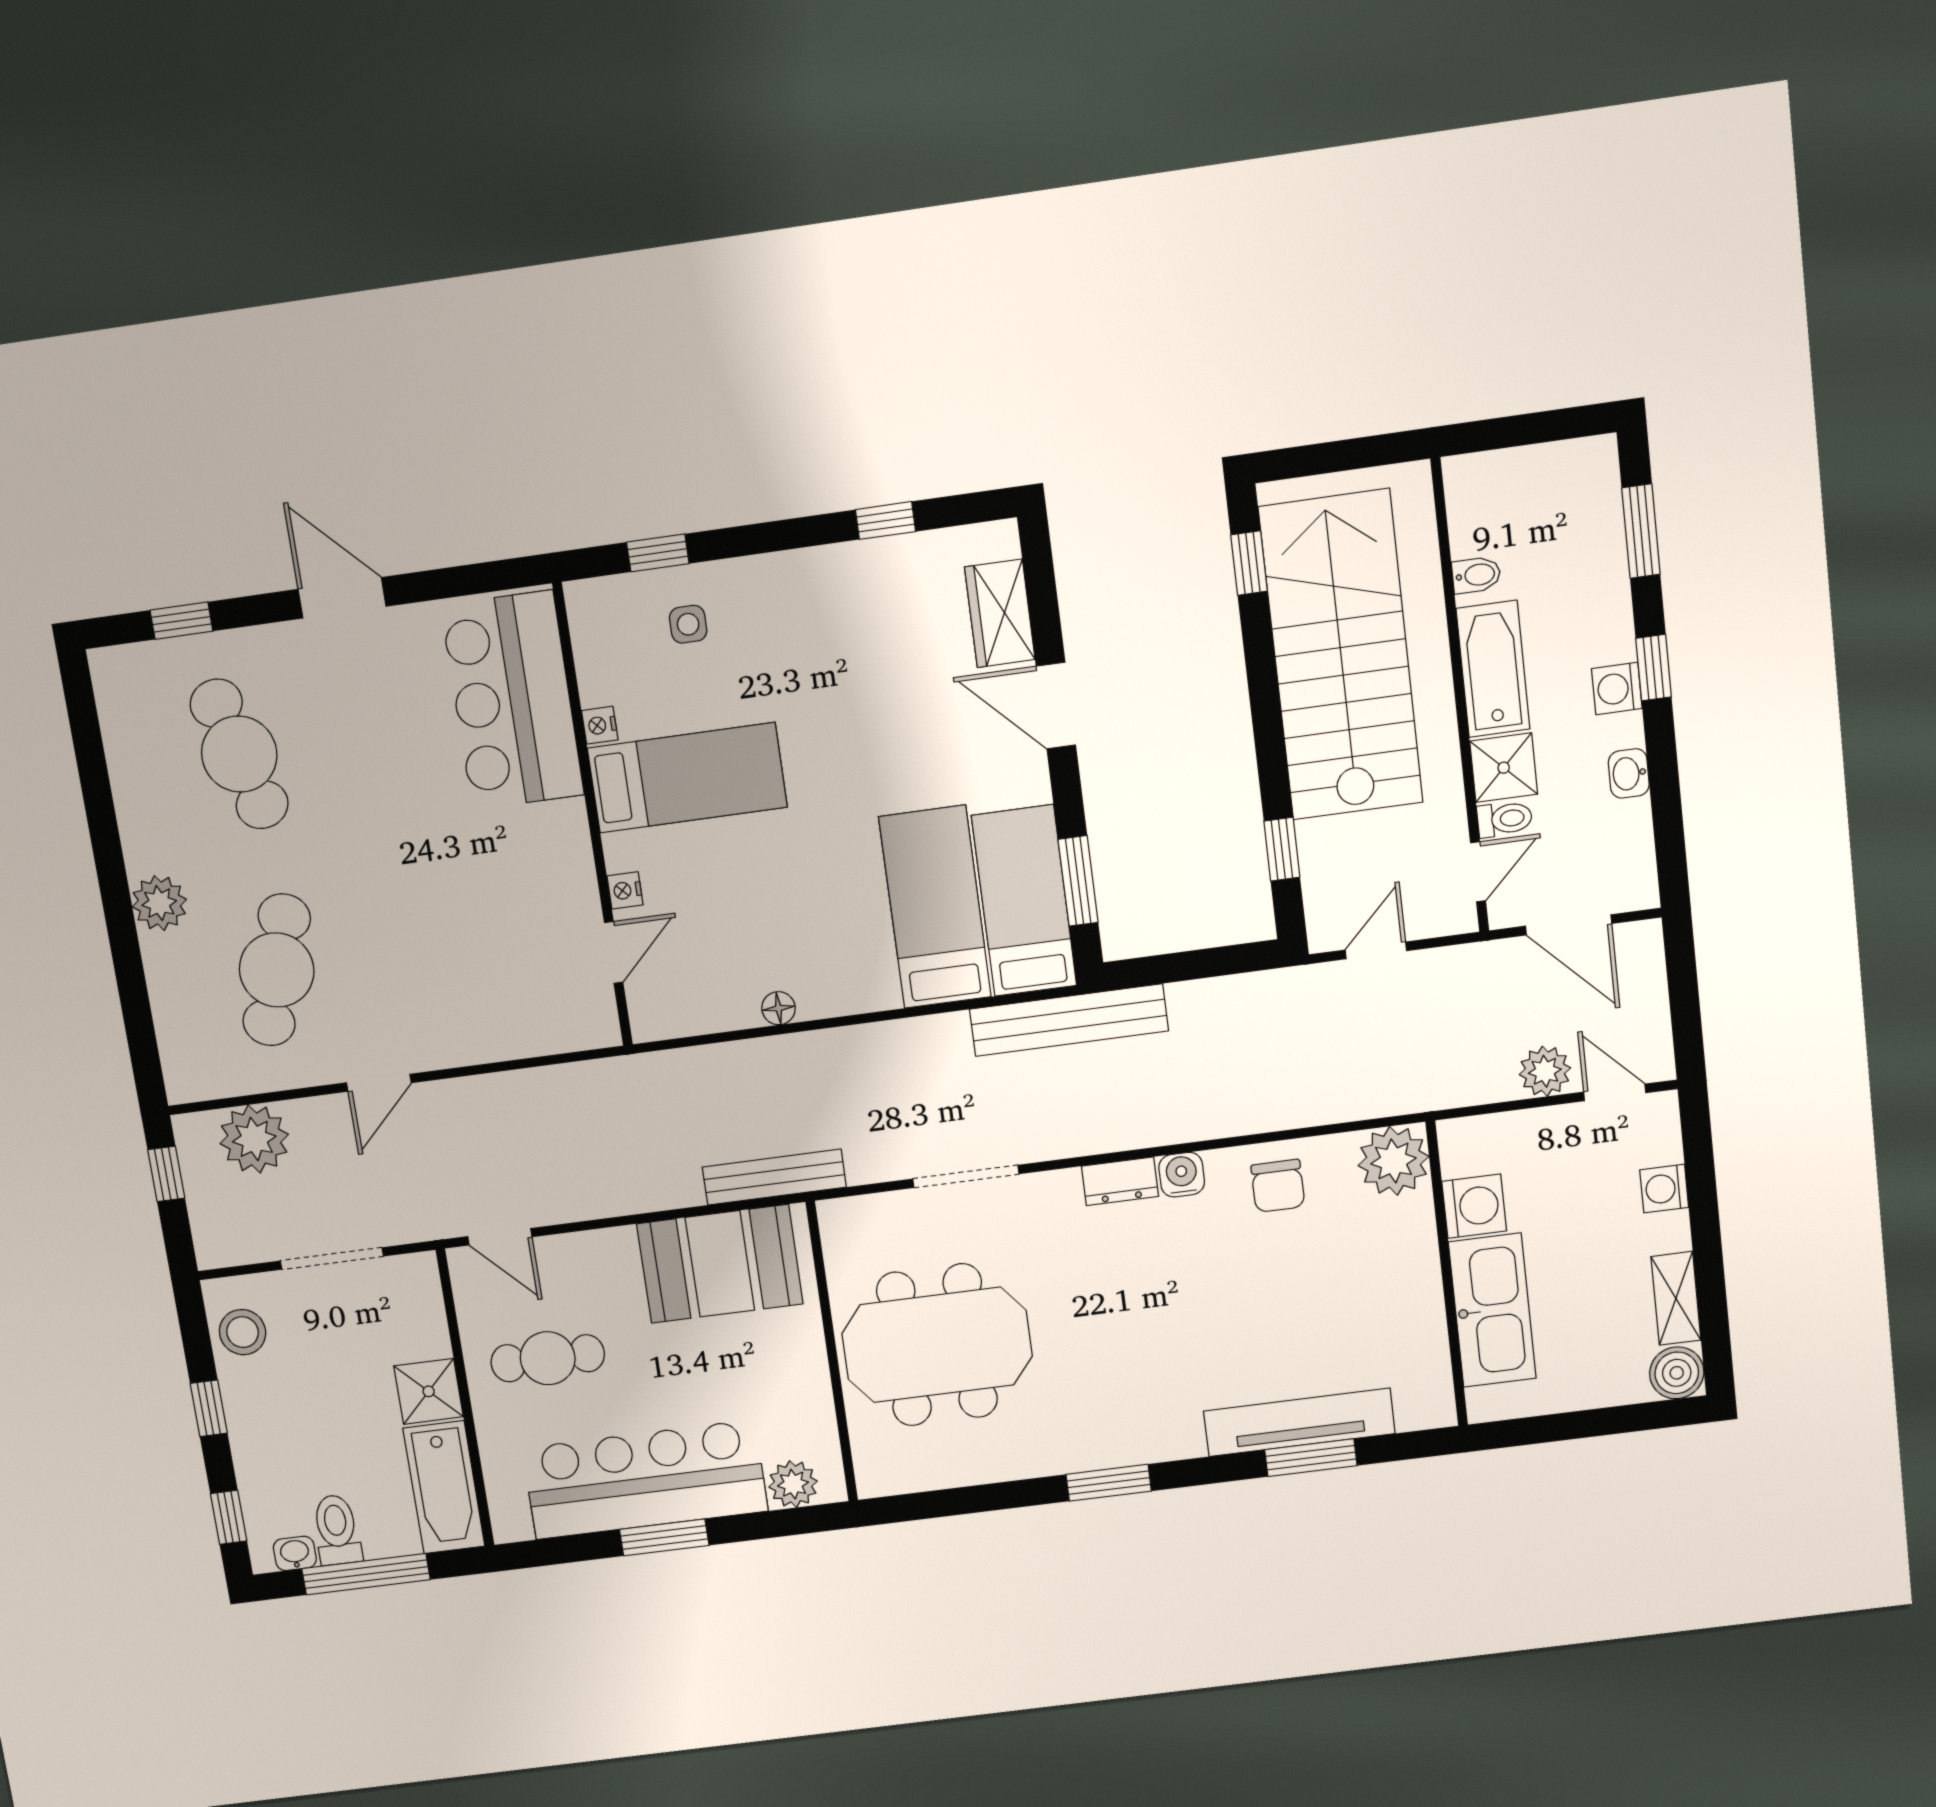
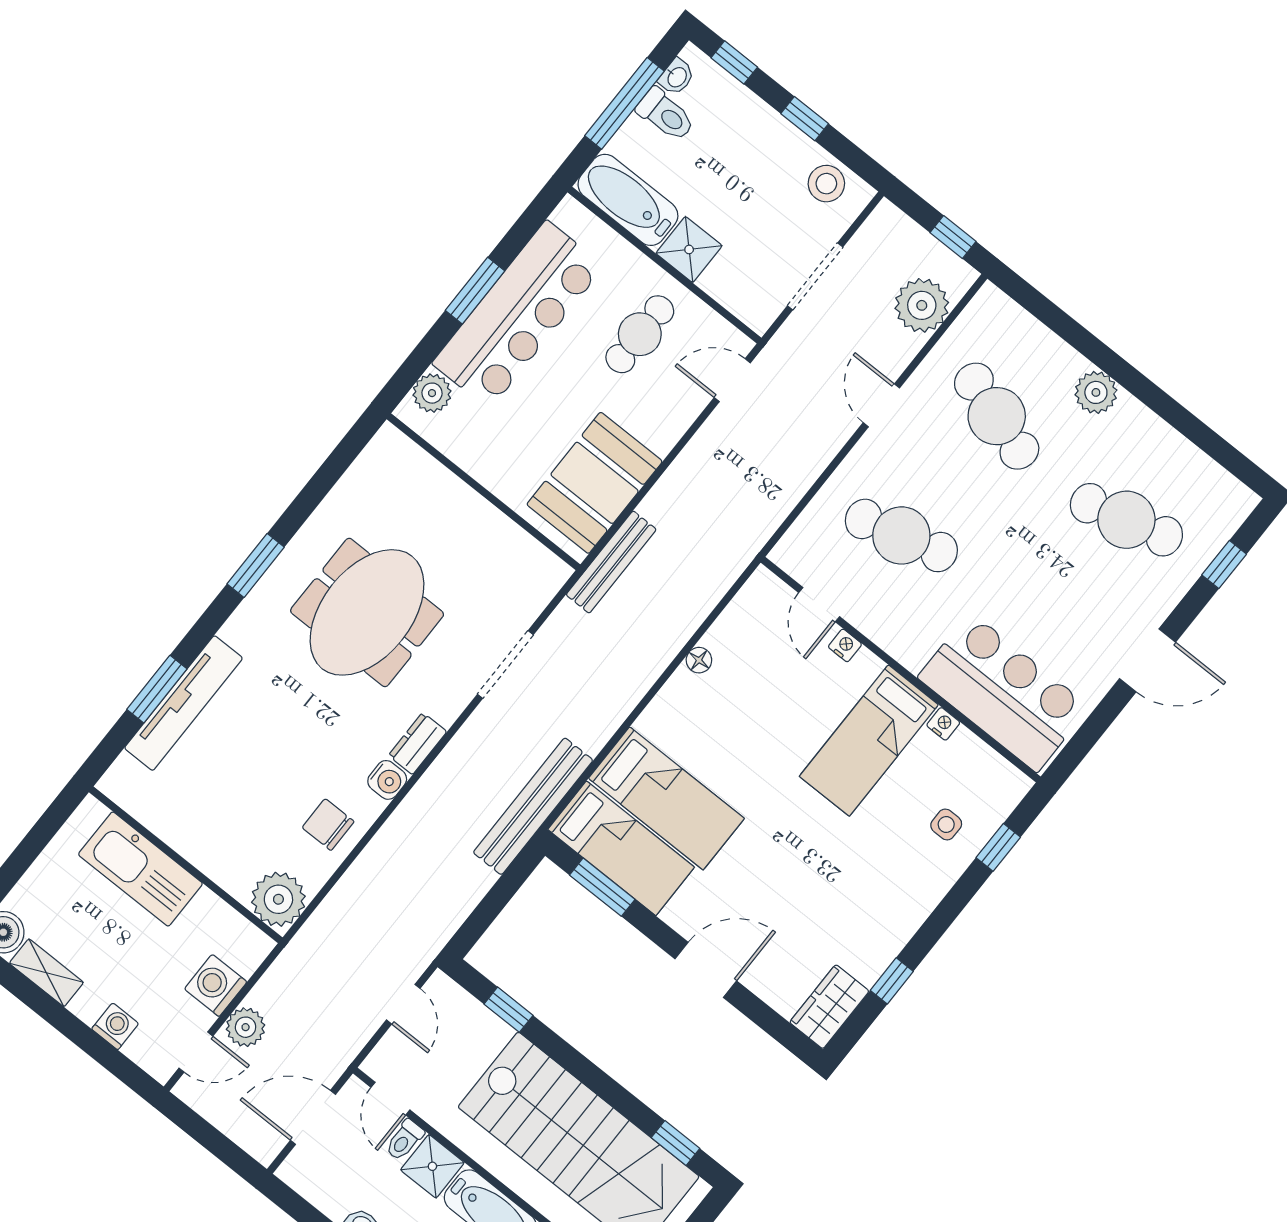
wardrobe: (1000, 613) -> (829, 1007), moved, turned -90
cafe table: (473, 943) -> (901, 535), added
washing machine: (1474, 1206) -> (216, 985), moved, turned 90
meeting table: (937, 1345) -> (367, 612), moved

